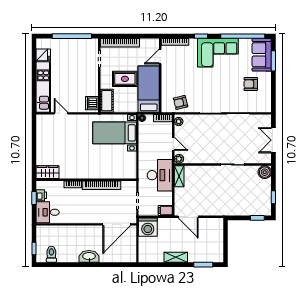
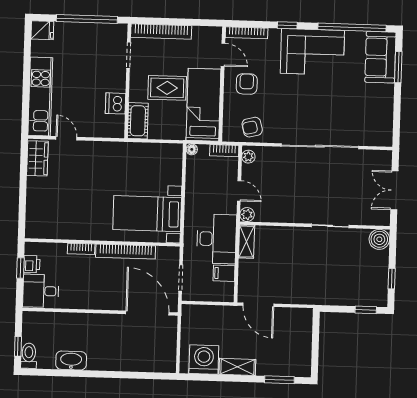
fridge: (43, 55) -> (42, 30), moved
door: (160, 56) -> (223, 55), swing flipped
armchair: (251, 84) -> (247, 84), moved, turned 90
dishwasher: (92, 103) -> (115, 103), moved
bed with nightstands: (115, 133) -> (147, 214), moved
wardrobe: (47, 172) -> (37, 158), moved, turned 90
filing cabinet: (165, 211) -> (224, 273), moved
door: (117, 224) -> (147, 313), swing flipped
washing machine: (148, 227) -> (204, 360), moved, turned 180
toilet: (51, 254) -> (29, 356), moved
washbasin: (89, 256) -> (71, 361), moved

